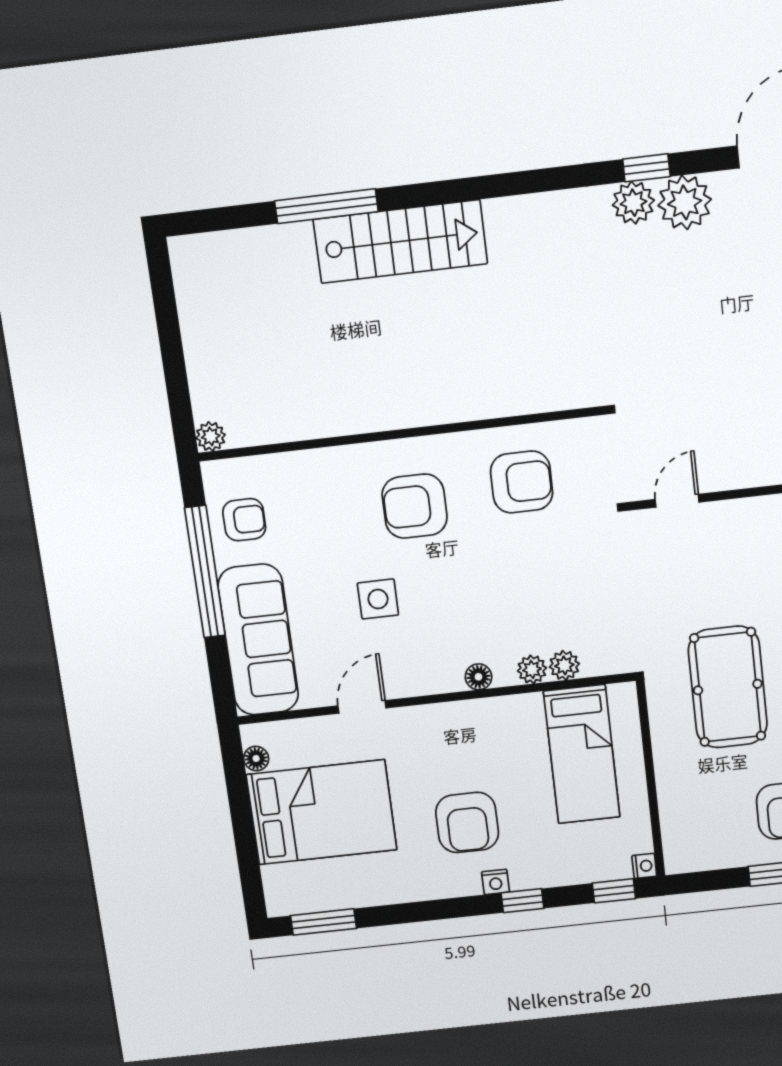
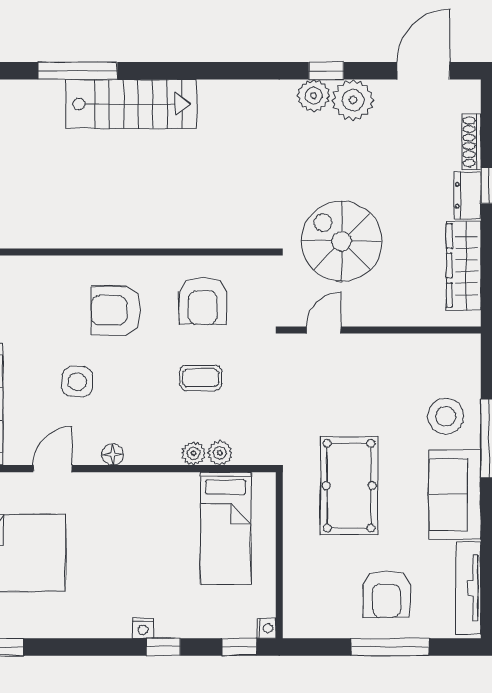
spiral stairs: (688, 387) -> (342, 241), added
armchair: (522, 482) -> (203, 301), turned 90
coffee table: (530, 577) -> (201, 378), added
floor lamp: (478, 677) -> (112, 454), moved
armchair: (467, 823) -> (126, 575), removed

